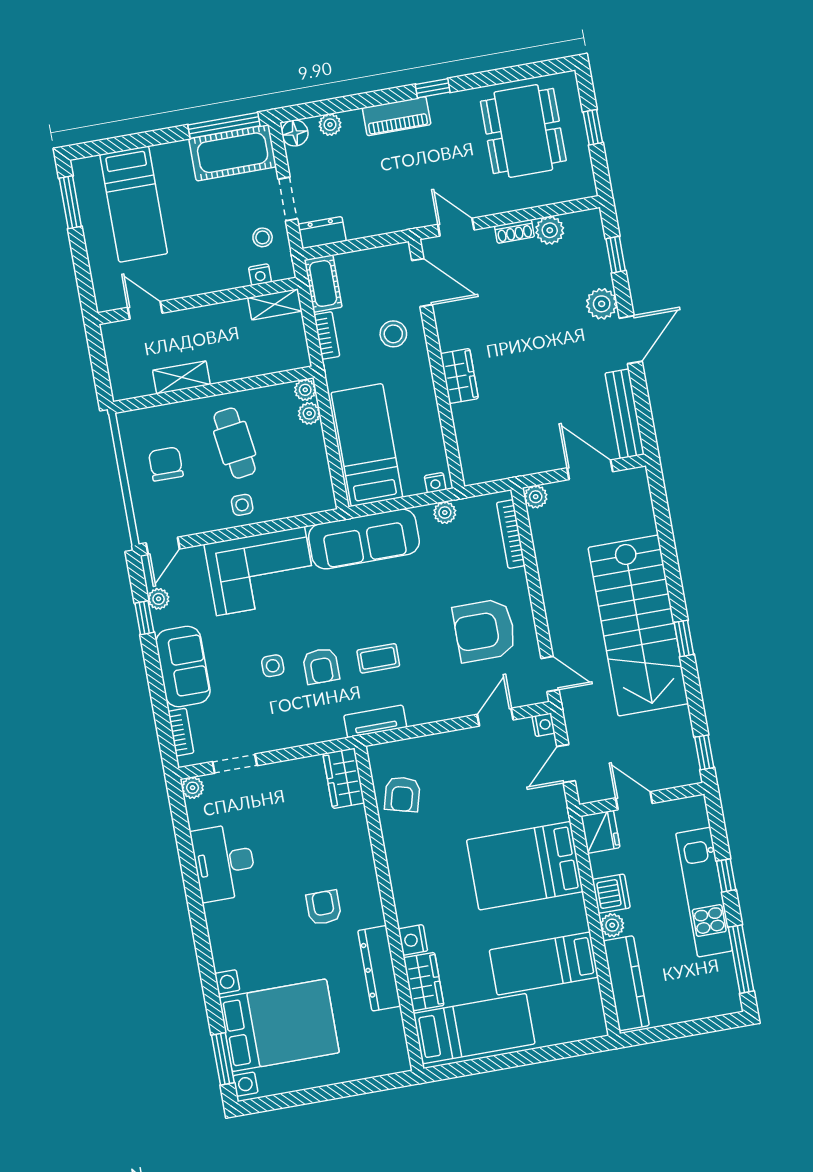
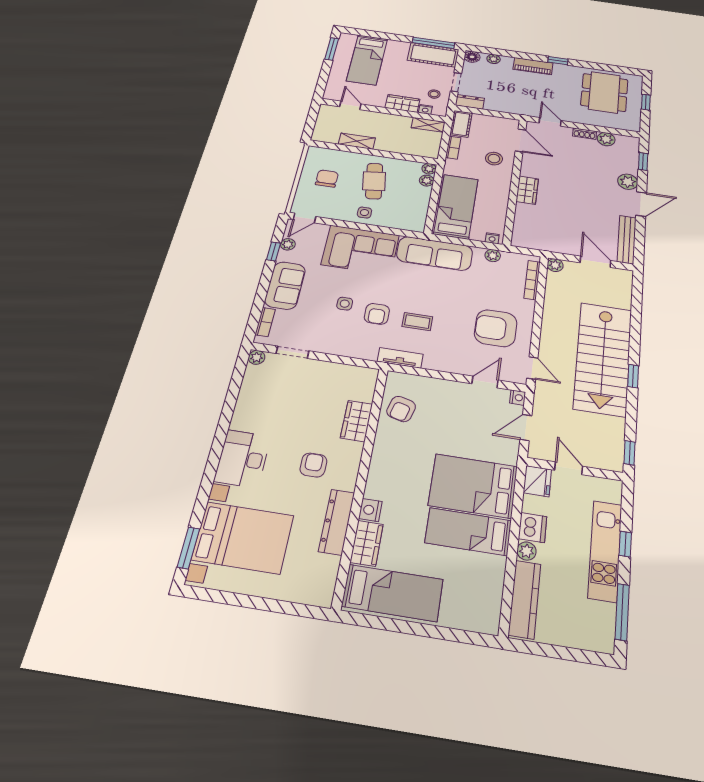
wardrobe: (221, 276) -> (402, 103), added
wardrobe: (344, 778) -> (357, 421), moved
desk: (224, 862) -> (243, 459), moved
bed: (544, 964) -> (468, 532), moved

